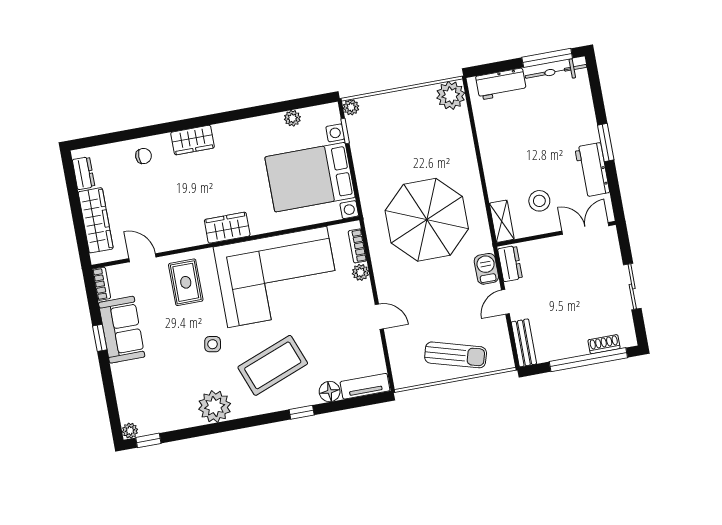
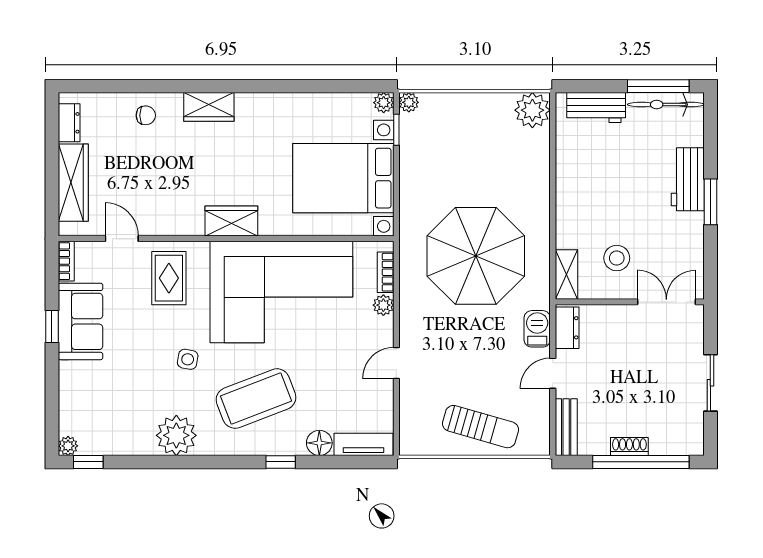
plant: (292, 118) -> (384, 103), moved
workbench: (592, 170) -> (688, 179), moved
door: (379, 317) -> (396, 363), swing flipped
shoe rack: (604, 344) -> (629, 447), moved

